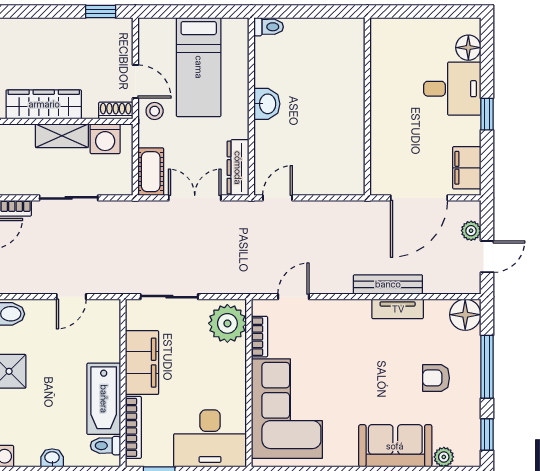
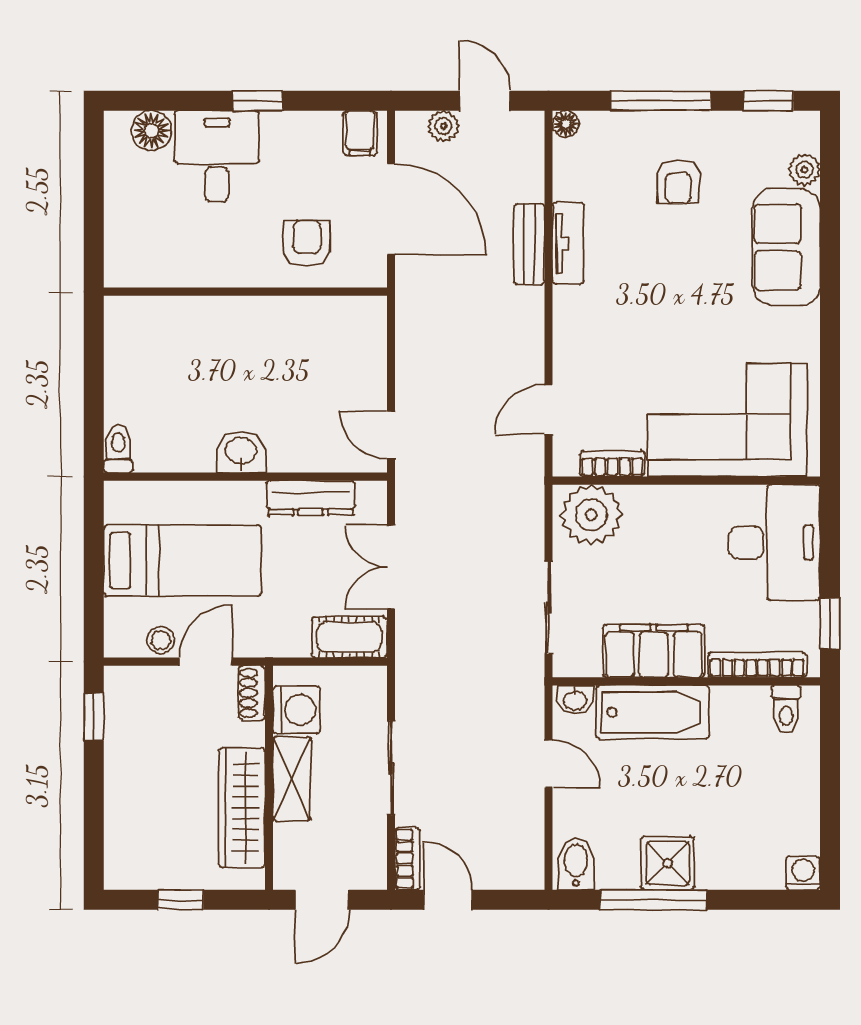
stool: (155, 111) -> (161, 640), moved
armchair: (397, 145) -> (307, 244), added
dresser: (238, 168) -> (311, 498), moved
filing cabinet: (467, 168) -> (360, 133), width x0.50
bench: (388, 284) -> (529, 244), width x0.73
door: (293, 297) -> (548, 410), hinge flipped
floor lamp: (465, 315) -> (566, 124), width x0.53, depth x0.53
bathtub: (104, 399) -> (653, 712), moved
washbasin: (52, 458) -> (575, 700), moved, turned -90

